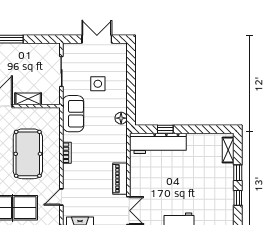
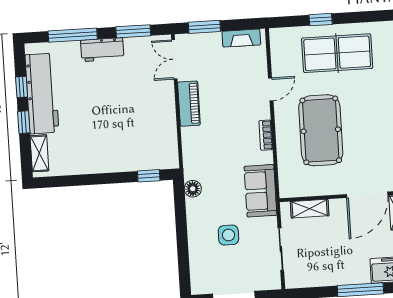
shelving: (28, 99) -> (310, 209), moved
window: (165, 129) -> (149, 176), moved
workbench: (158, 143) -> (42, 94), moved, turned 90
door: (61, 197) -> (271, 89), moved

